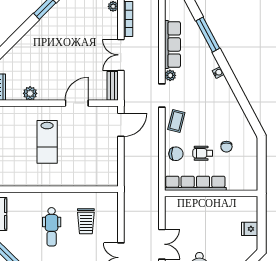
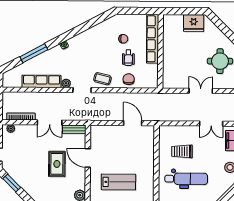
rug: (69, 65) -> (57, 164), added
door: (121, 125) -> (133, 123), moved
row of seats: (195, 183) -> (153, 39), moved
trolley: (86, 221) -> (182, 151), turned 180
dental chair: (52, 227) -> (186, 179), width x1.36, depth x1.38
fridge: (250, 229) -> (194, 23), width x1.88, depth x1.34

